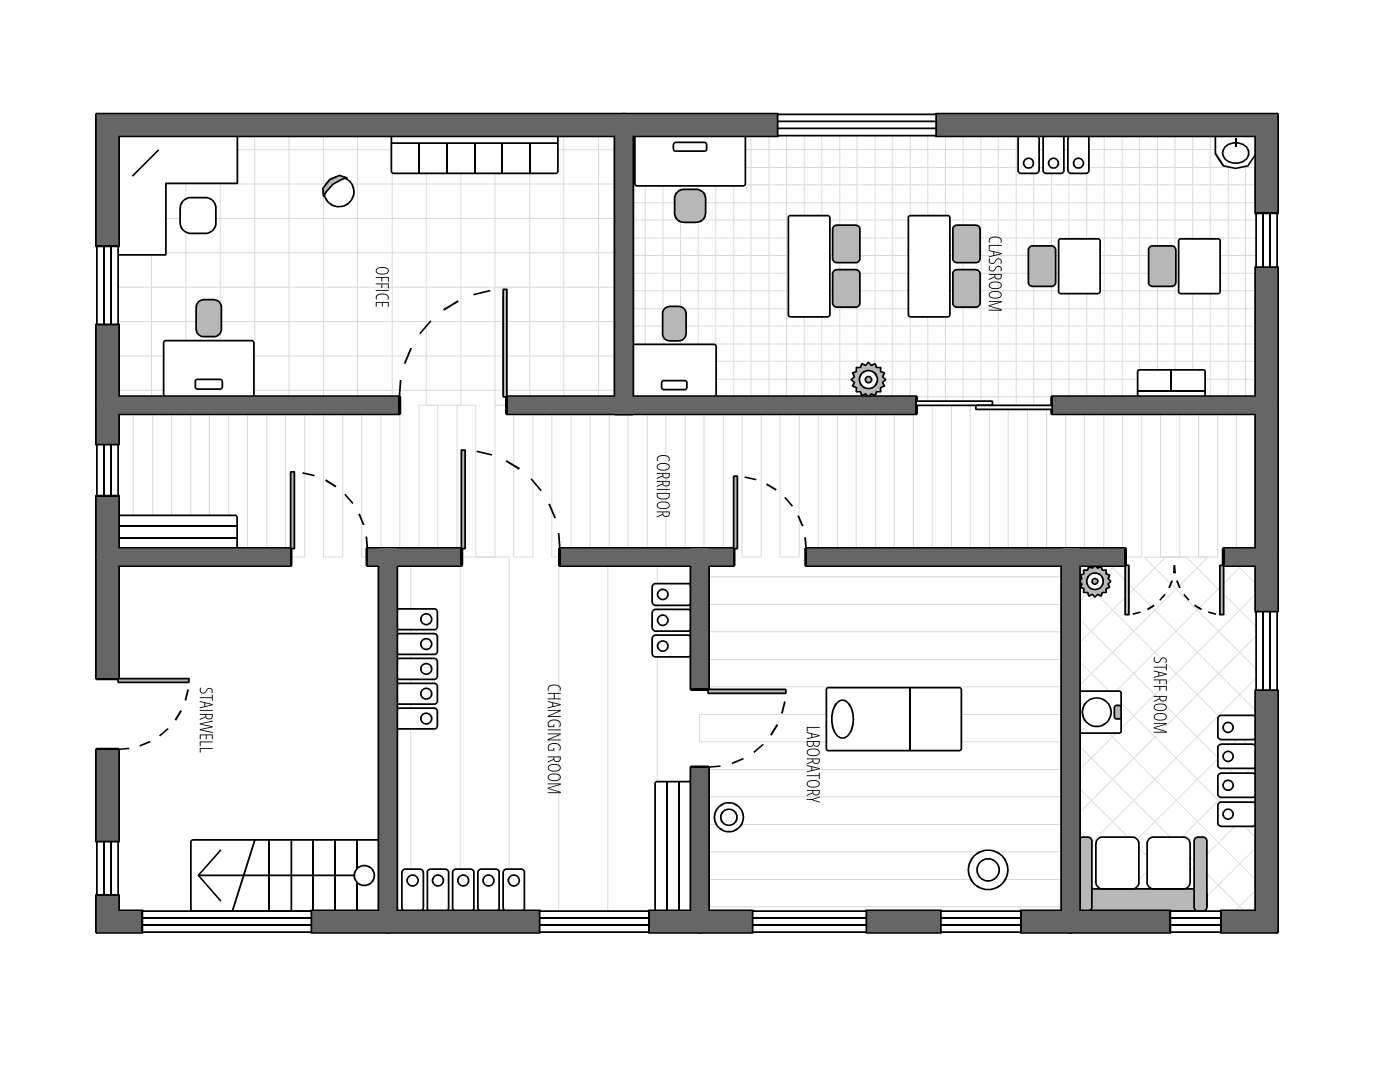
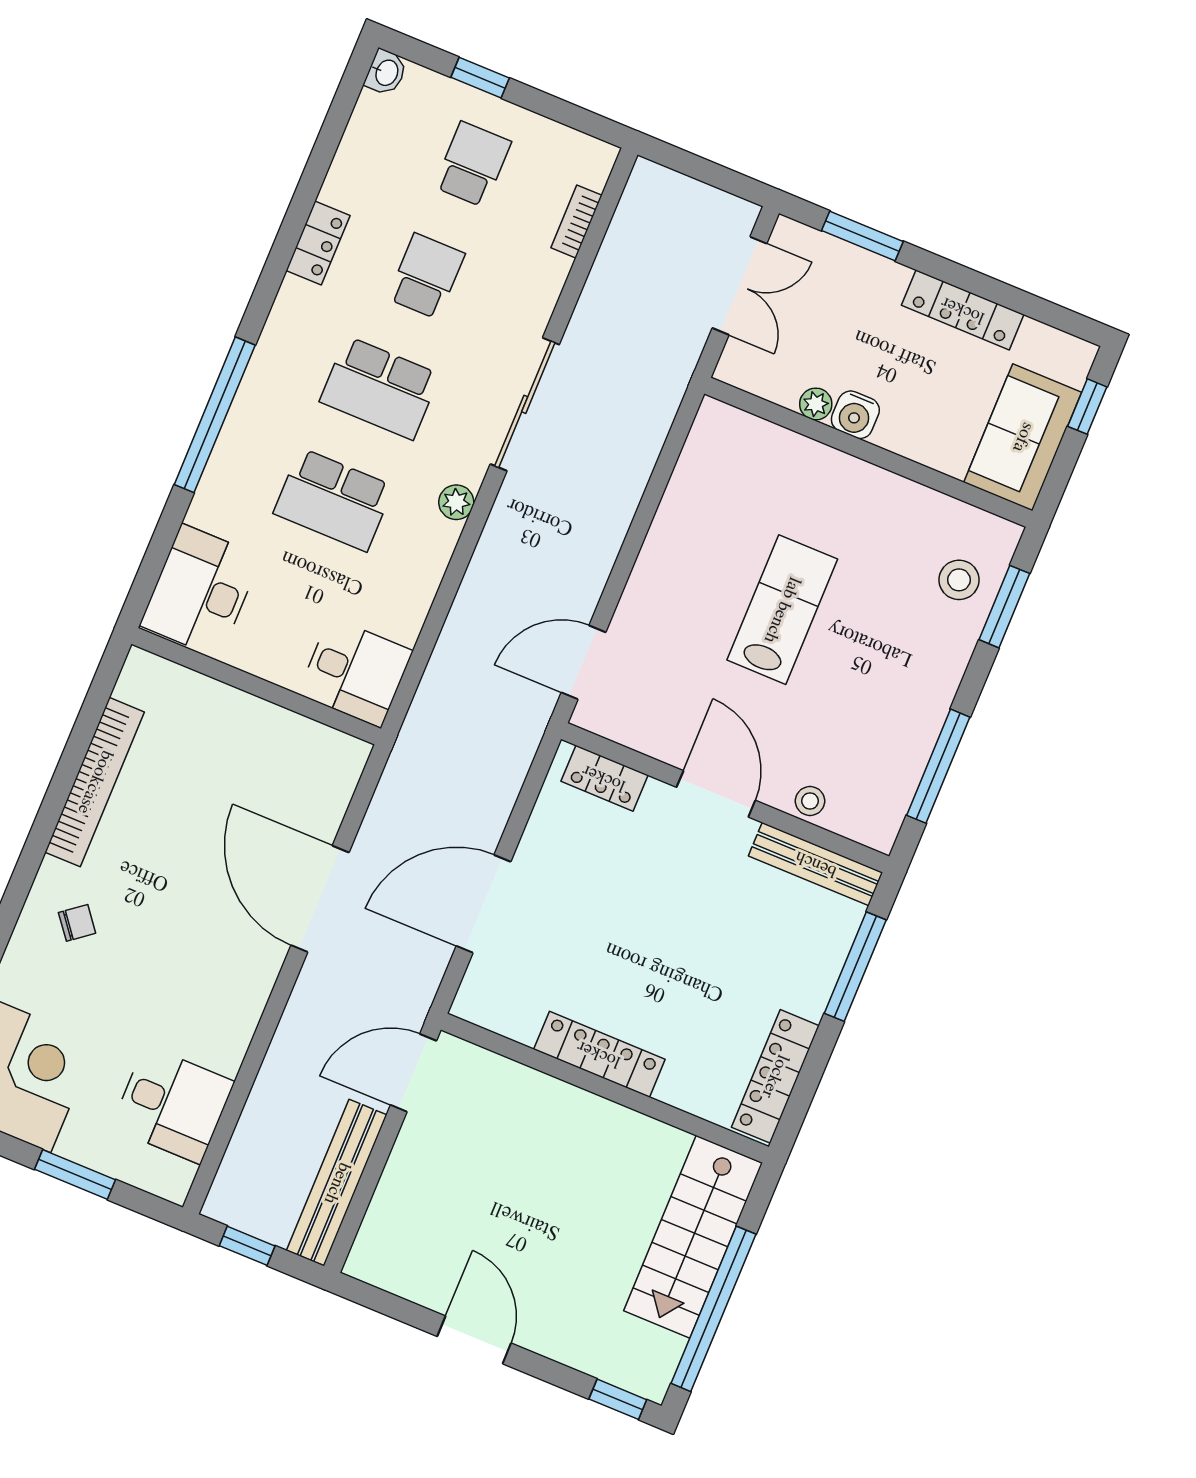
bench: (178, 532) -> (337, 1183), width x1.37, depth x1.21
plant: (1095, 581) -> (816, 404), moved
locker: (417, 669) -> (599, 1054), moved

